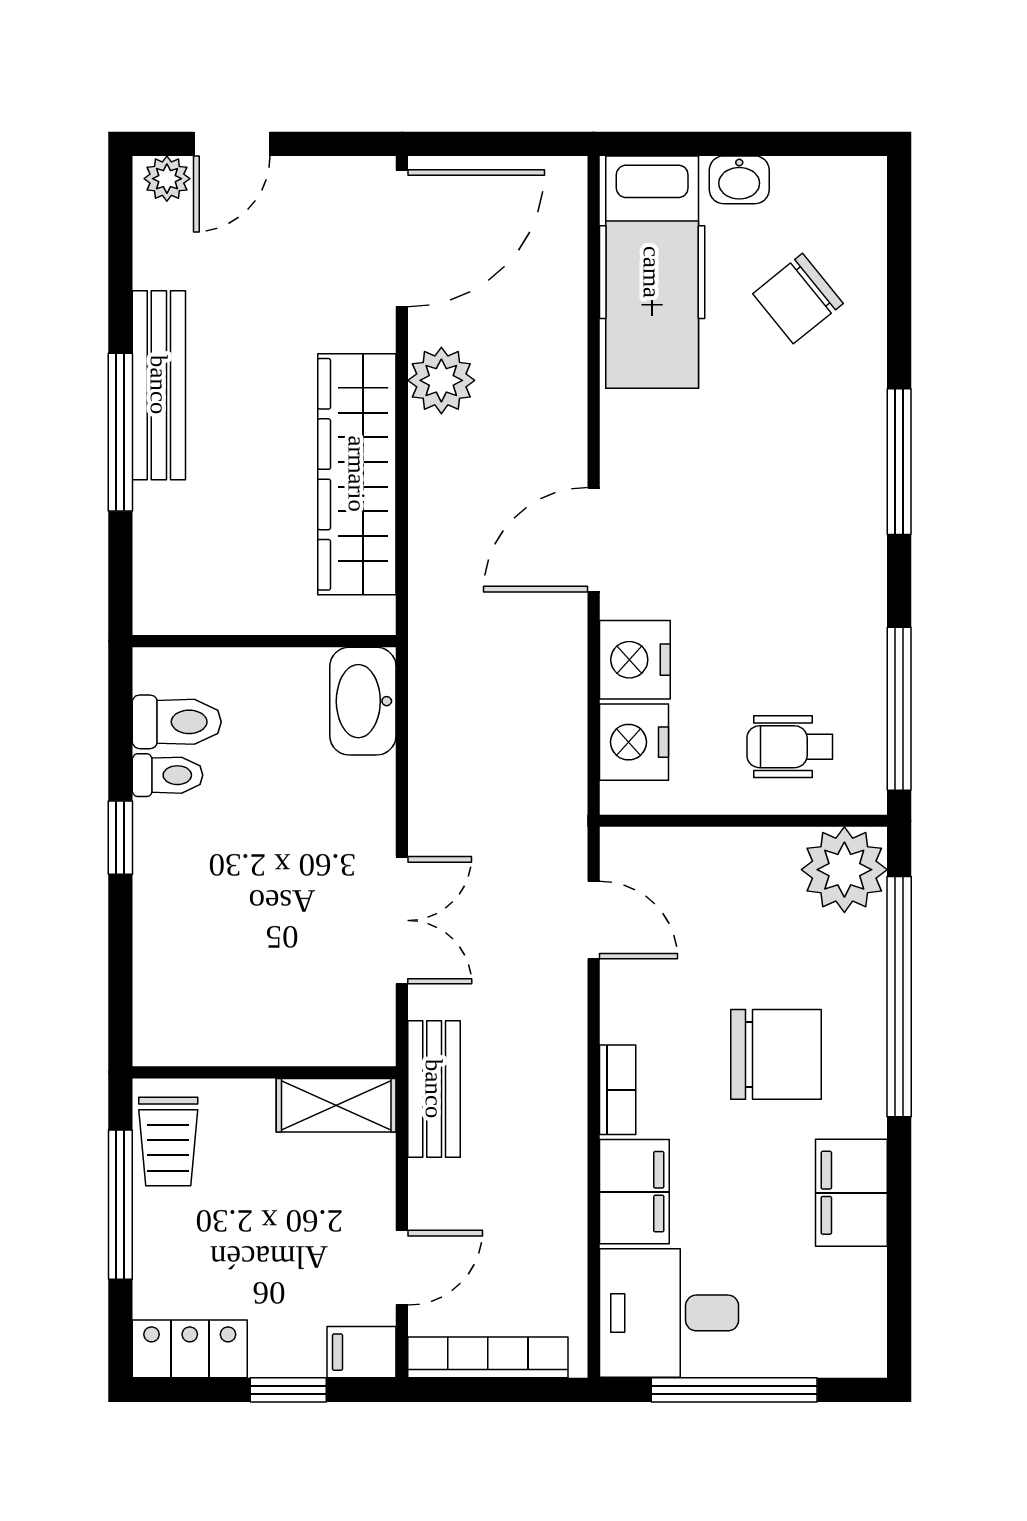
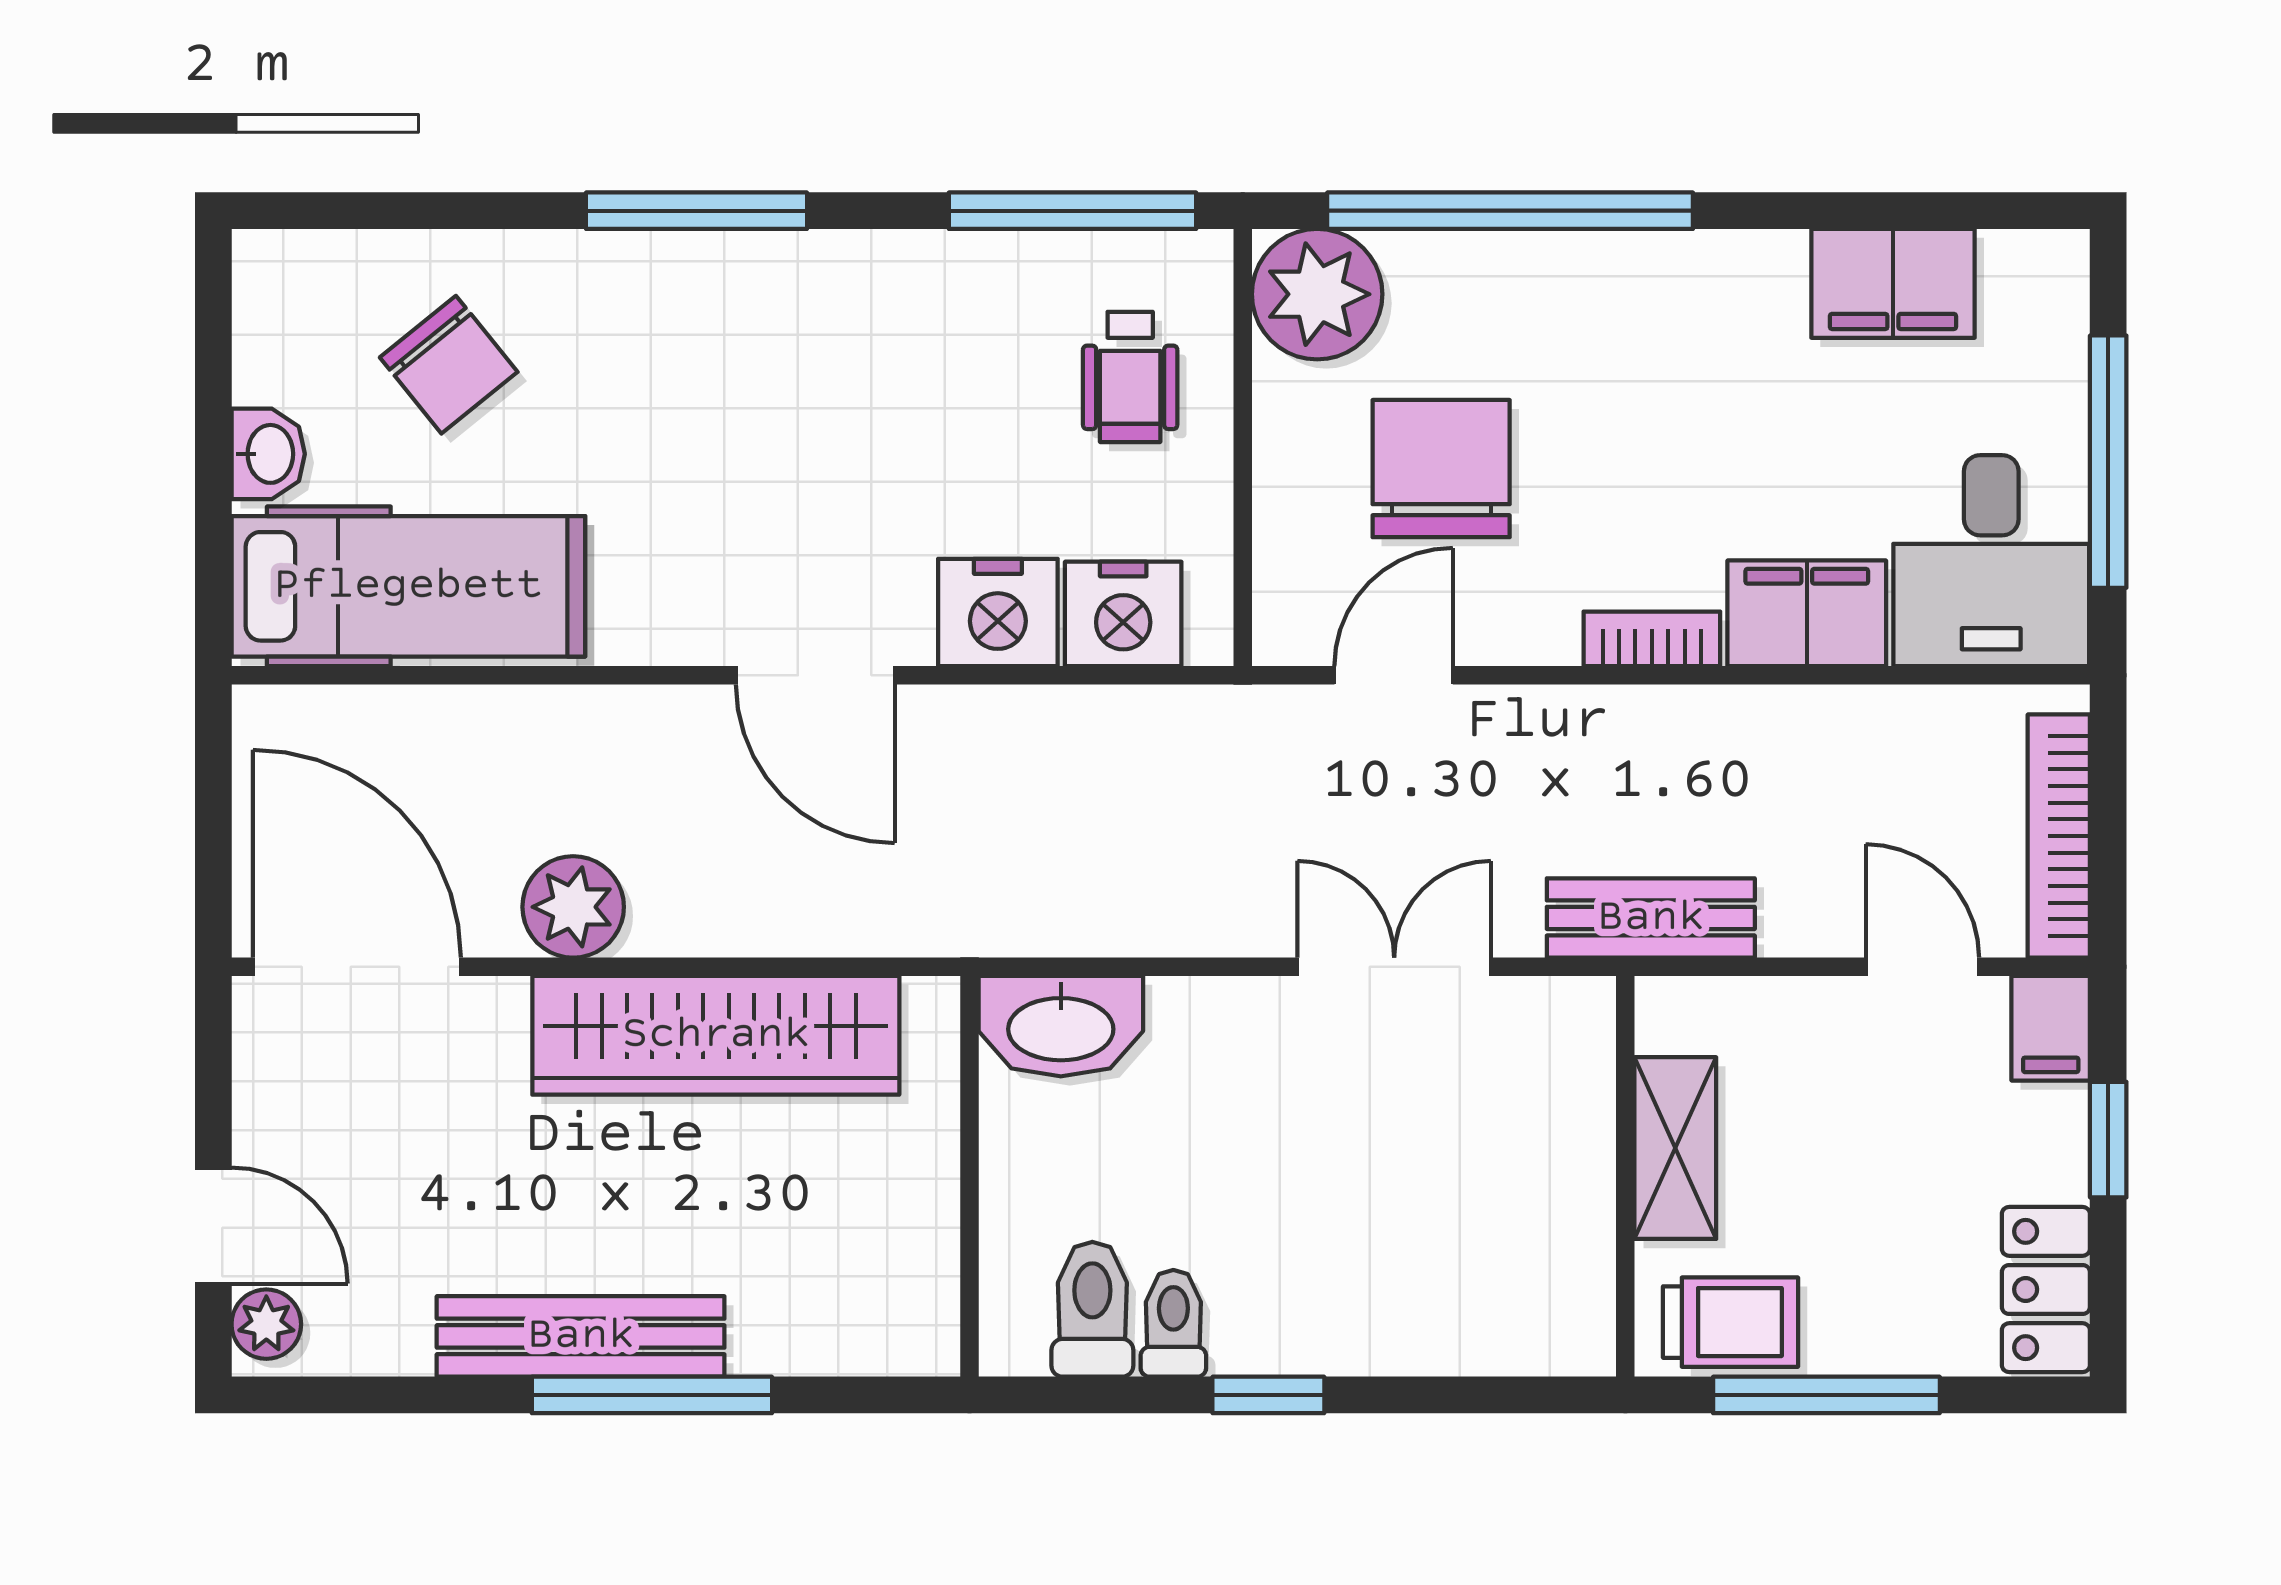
chair: (776, 1054) -> (1441, 469), moved
shelving: (336, 1105) -> (1675, 1148), moved
filing cabinet: (851, 1193) -> (1893, 283), moved

